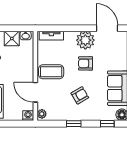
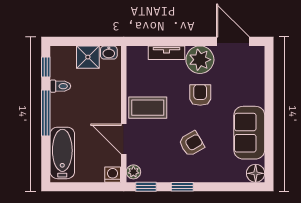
tv unit: (51, 36) -> (166, 53), moved
armchair: (86, 63) -> (200, 95), turned 90
window: (107, 124) -> (146, 187), moved

